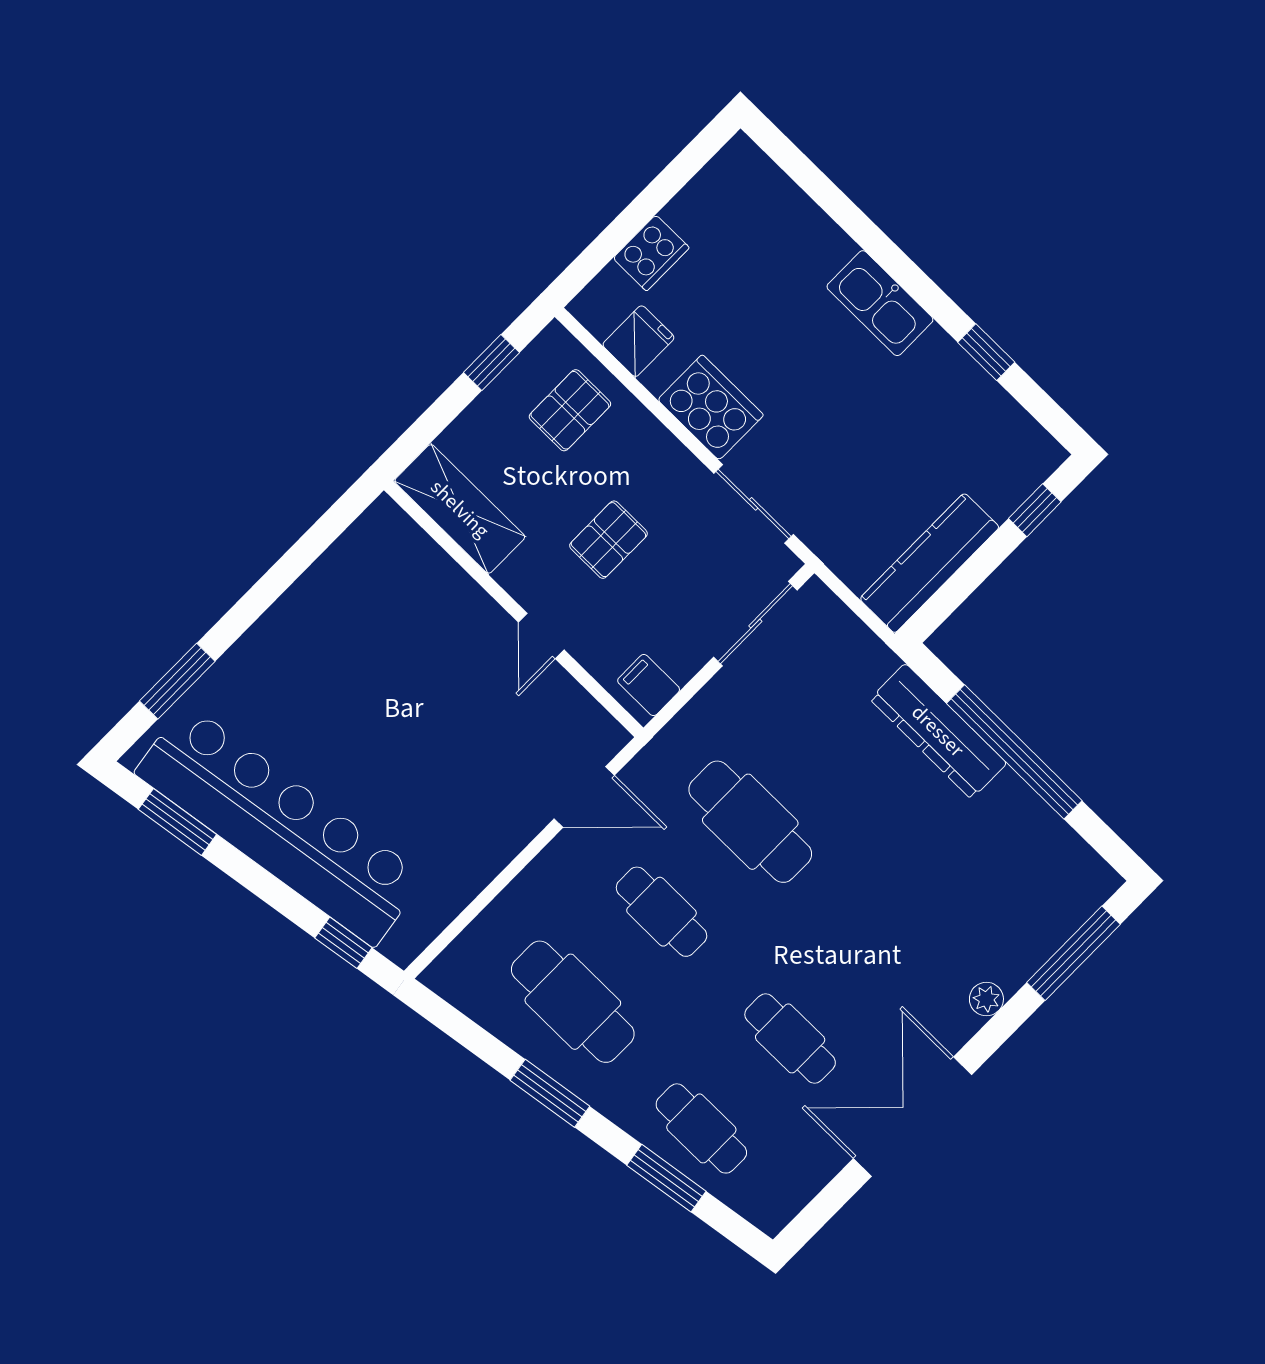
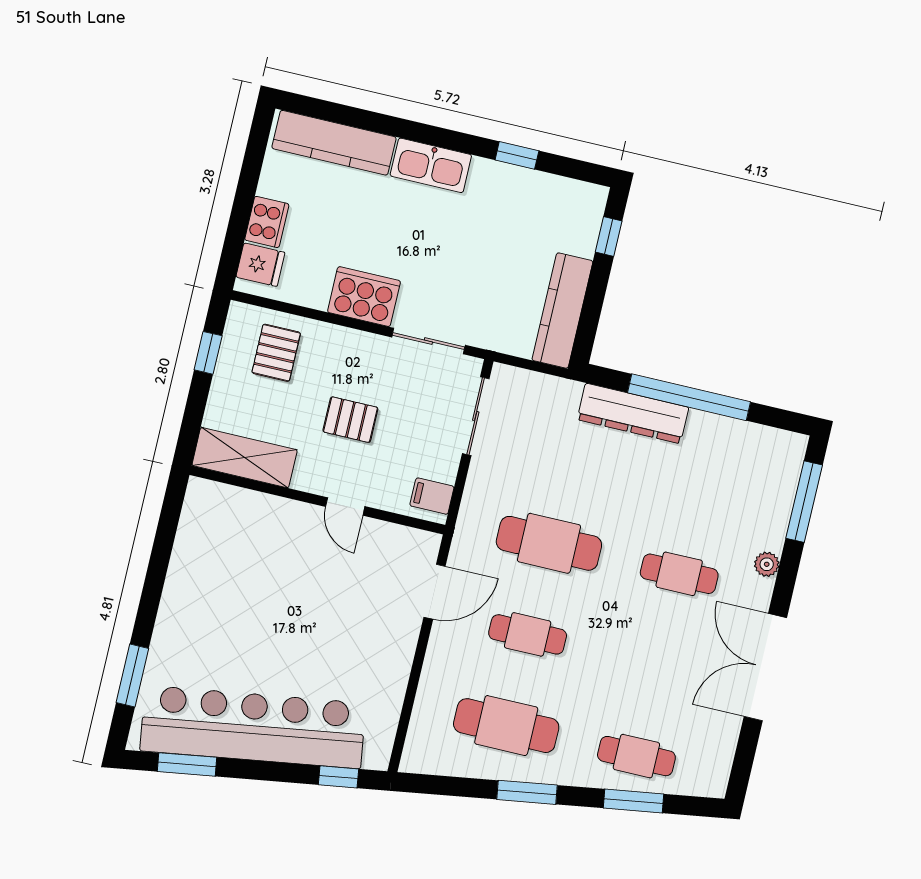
kitchen counter: (784, 209) -> (334, 143), added
fridge: (638, 341) -> (260, 265), moved, turned 90
pallet: (608, 540) -> (350, 420), turned 90
cafe table: (790, 1038) -> (679, 574), moved

